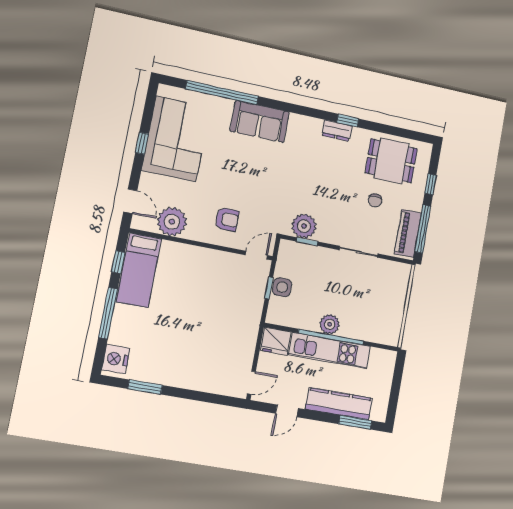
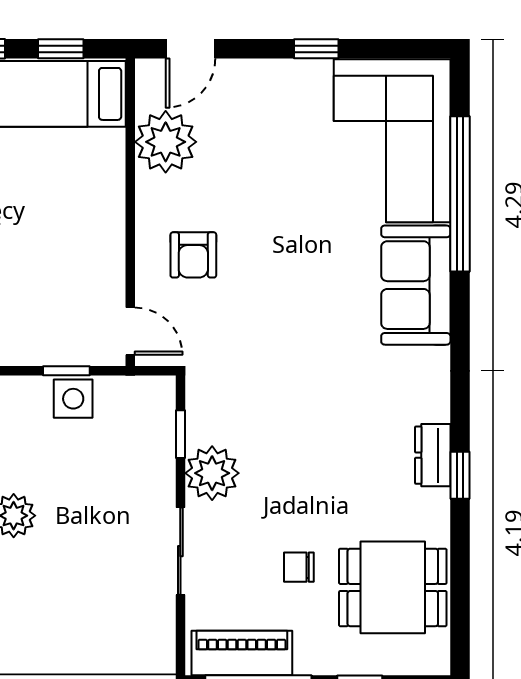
corner sofa: (176, 139) -> (392, 141), moved, turned 90
dining table: (391, 161) -> (393, 587), turned 90
plant: (304, 226) -> (212, 473), moved

